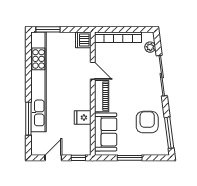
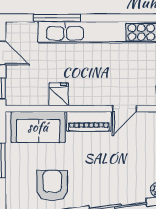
armchair: (147, 122) -> (52, 186), turned -90

